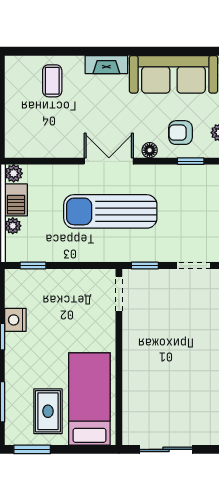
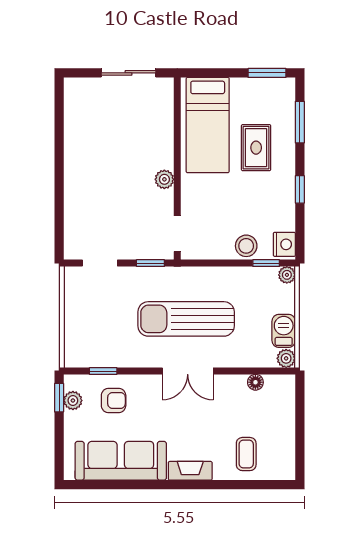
floor lamp: (150, 150) -> (255, 382), moved
sun lounger: (110, 211) -> (186, 319), turned 180
plant: (13, 226) -> (287, 275), moved
stool: (52, 282) -> (246, 246), added
nightstand: (15, 320) -> (284, 244), moved
plant: (131, 346) -> (164, 179), added
rug: (48, 411) -> (256, 148), moved

